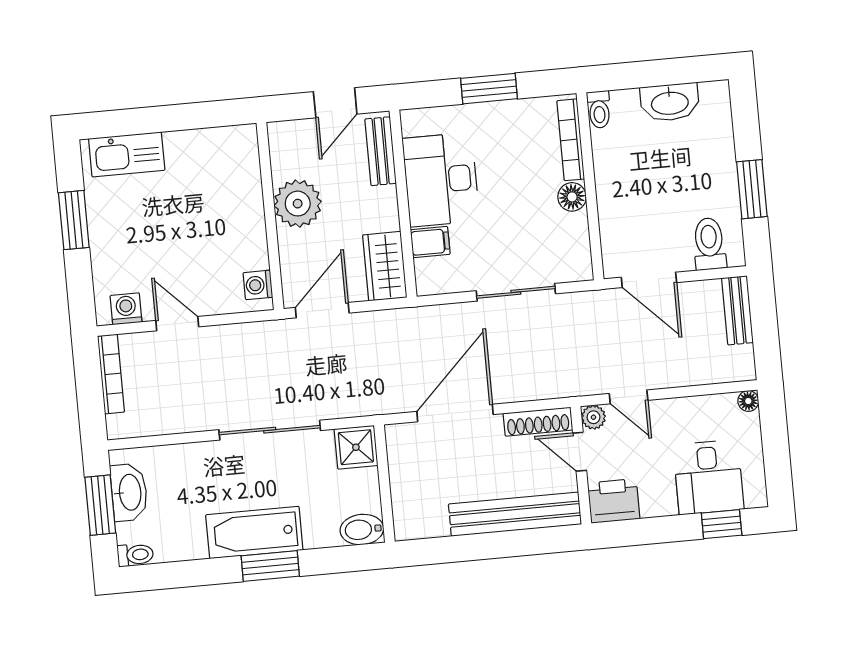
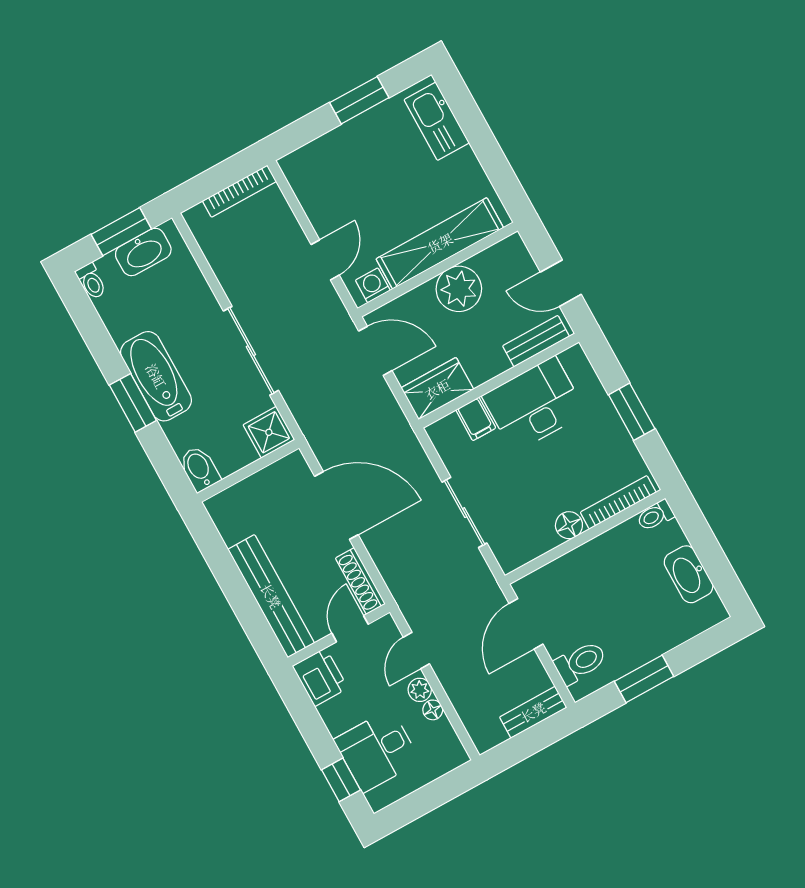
shelving: (246, 203) -> (440, 243), added
washing machine: (126, 309) -> (302, 180), removed
door: (177, 324) -> (325, 260), moved
floor lamp: (748, 401) -> (433, 710), moved
plant: (593, 417) -> (420, 690), moved

